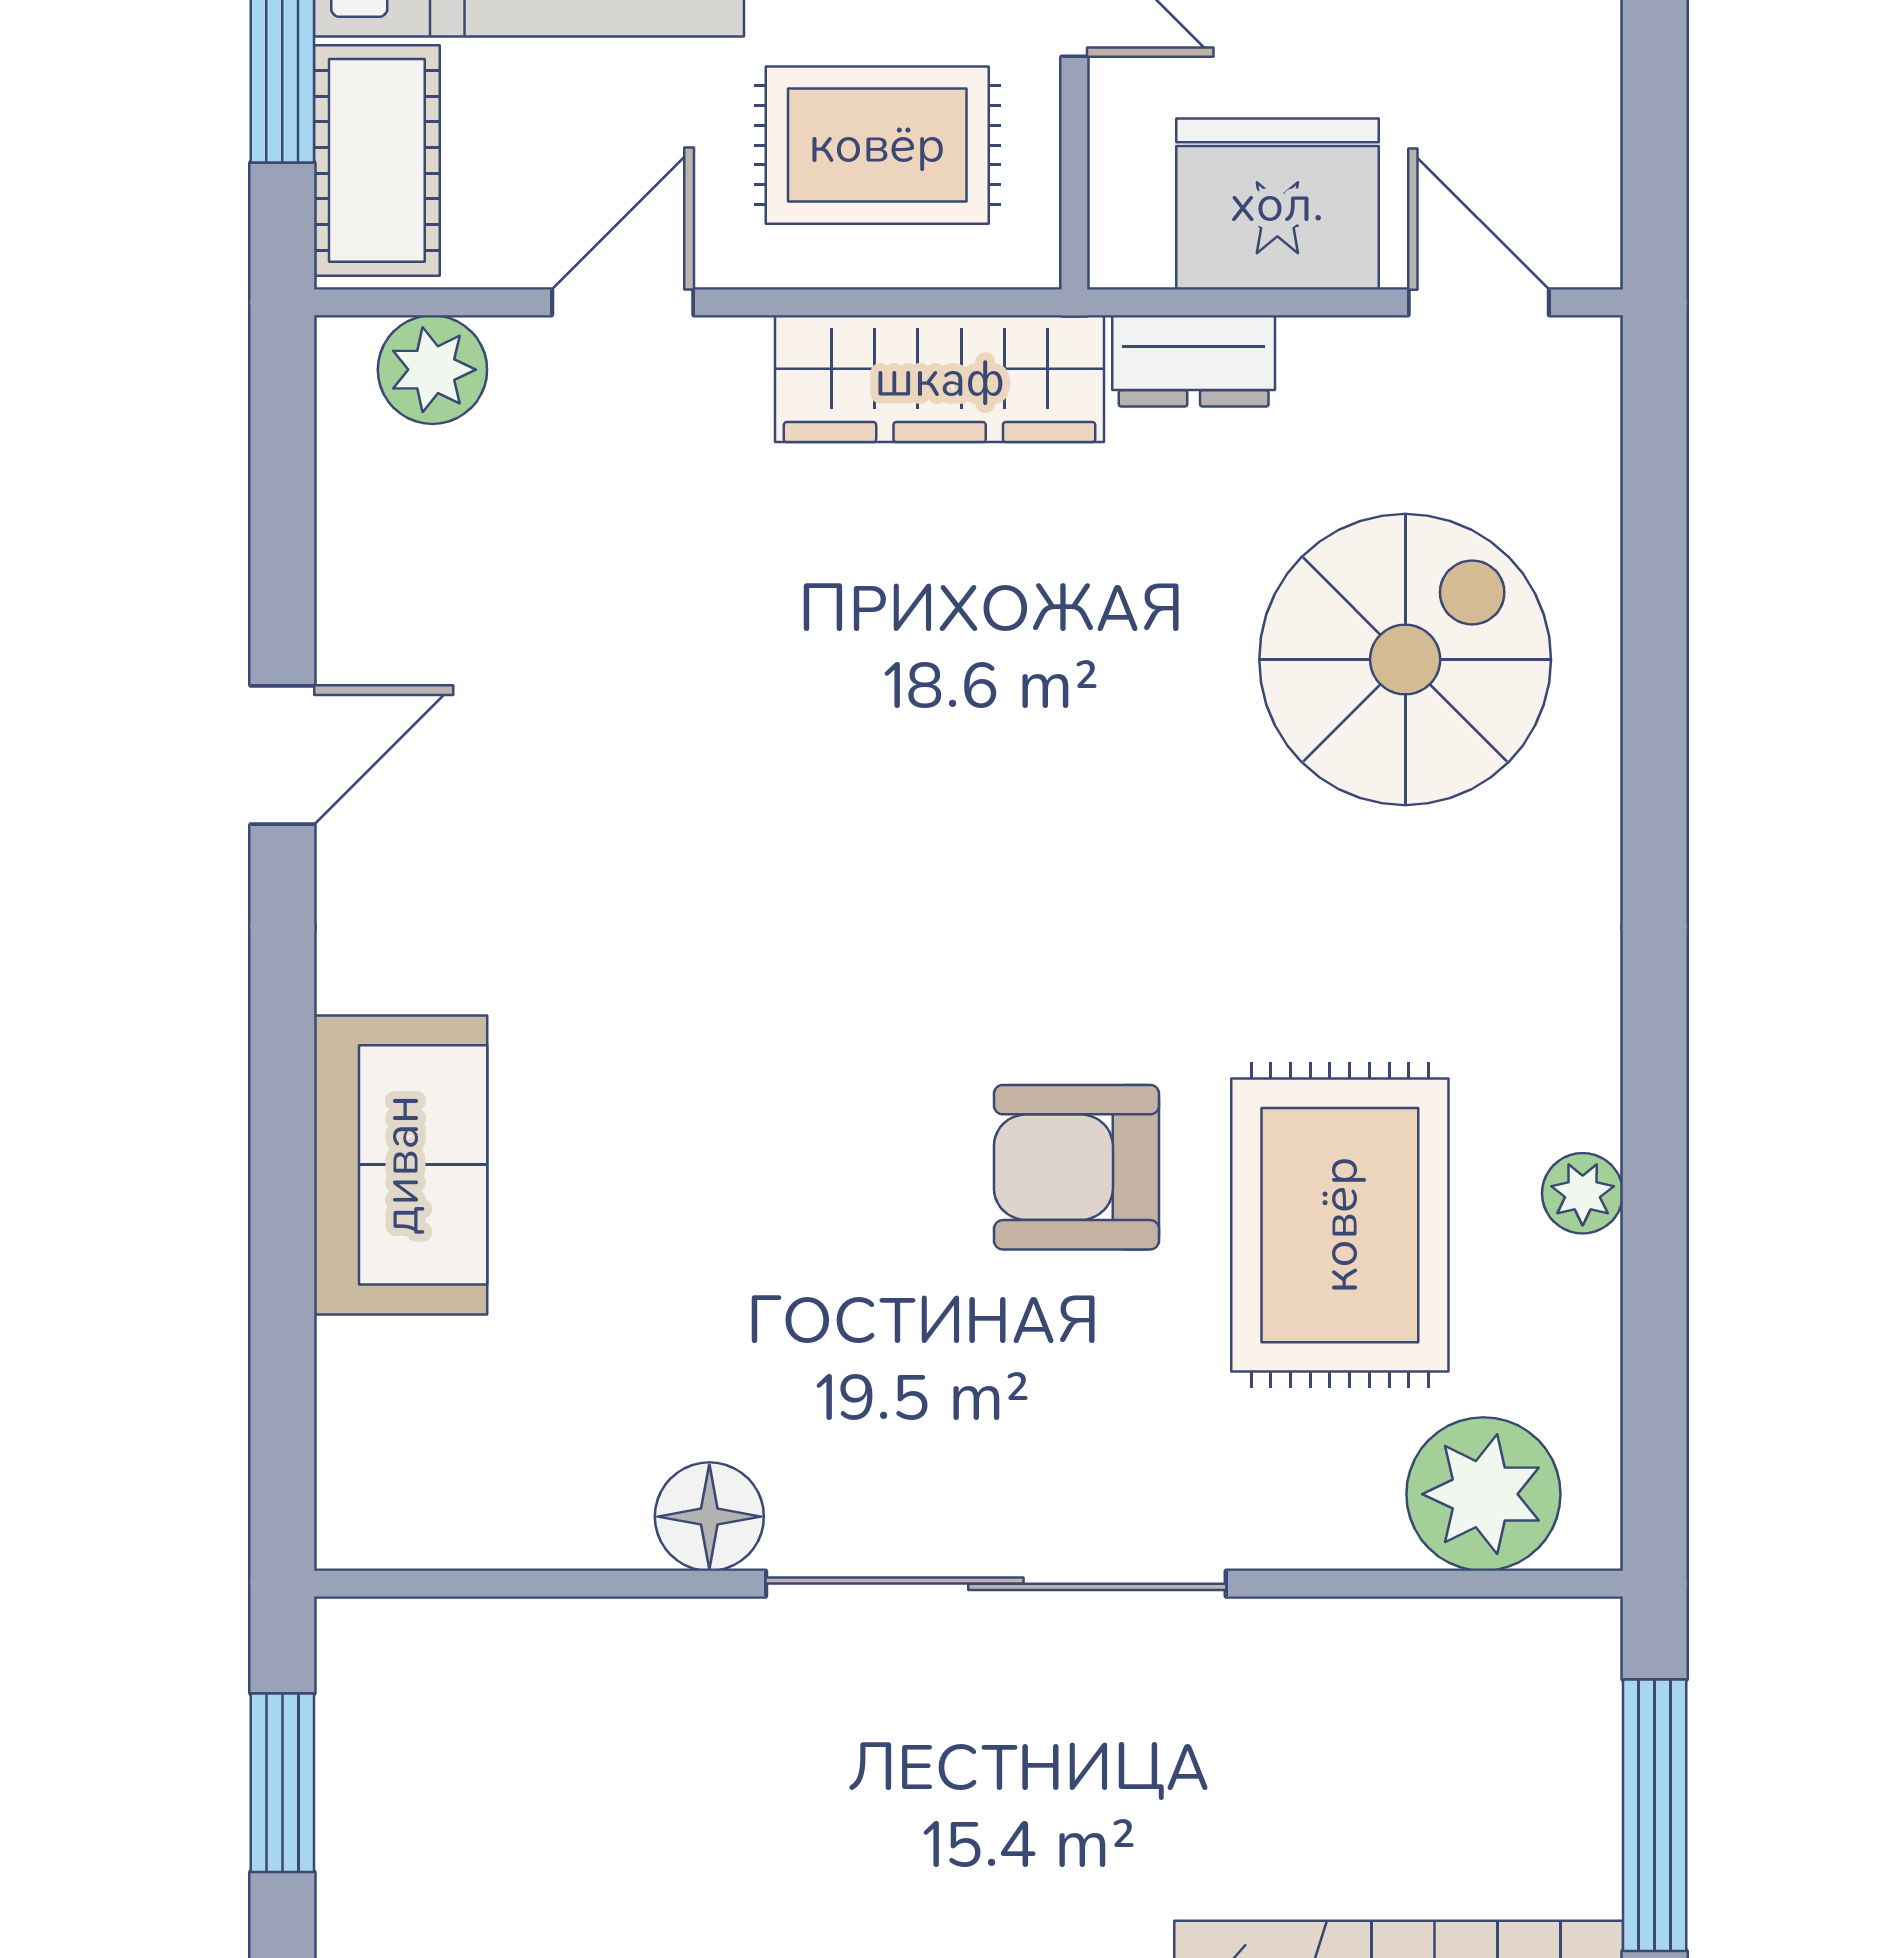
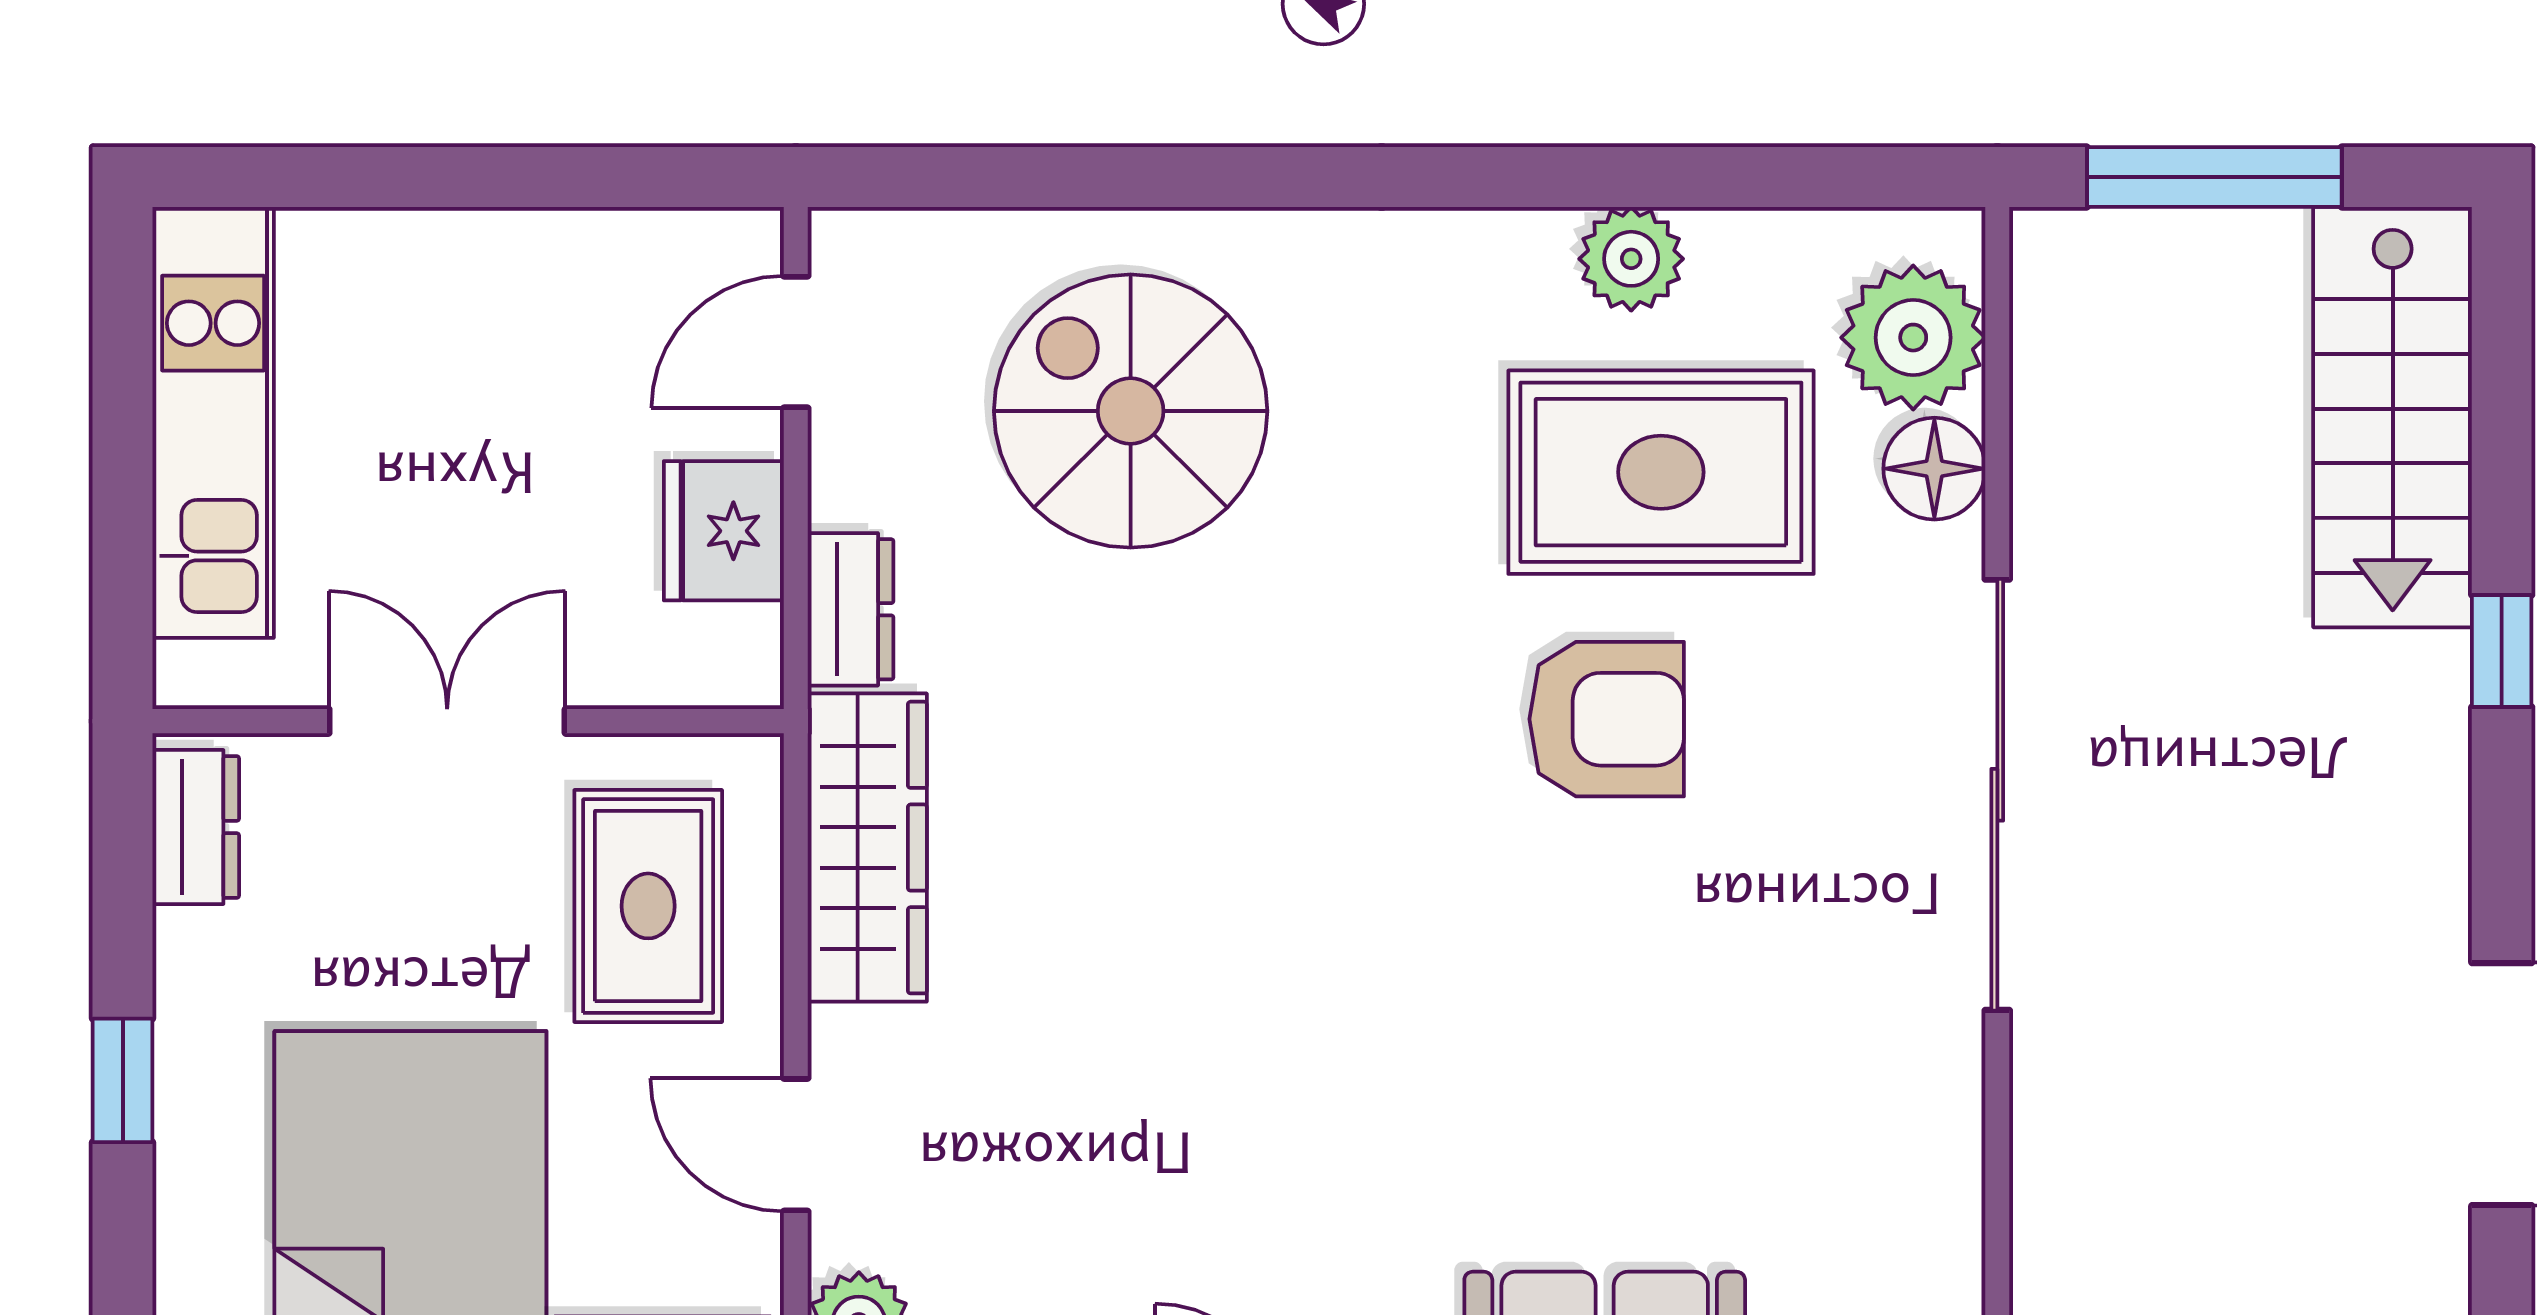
fridge: (1277, 204) -> (724, 531), width x0.73, depth x0.75
armchair: (1077, 1167) -> (1607, 719), turned -90
plant: (1583, 1193) -> (1631, 259), width x1.38, depth x1.38
floor lamp: (709, 1517) -> (1934, 469), moved

